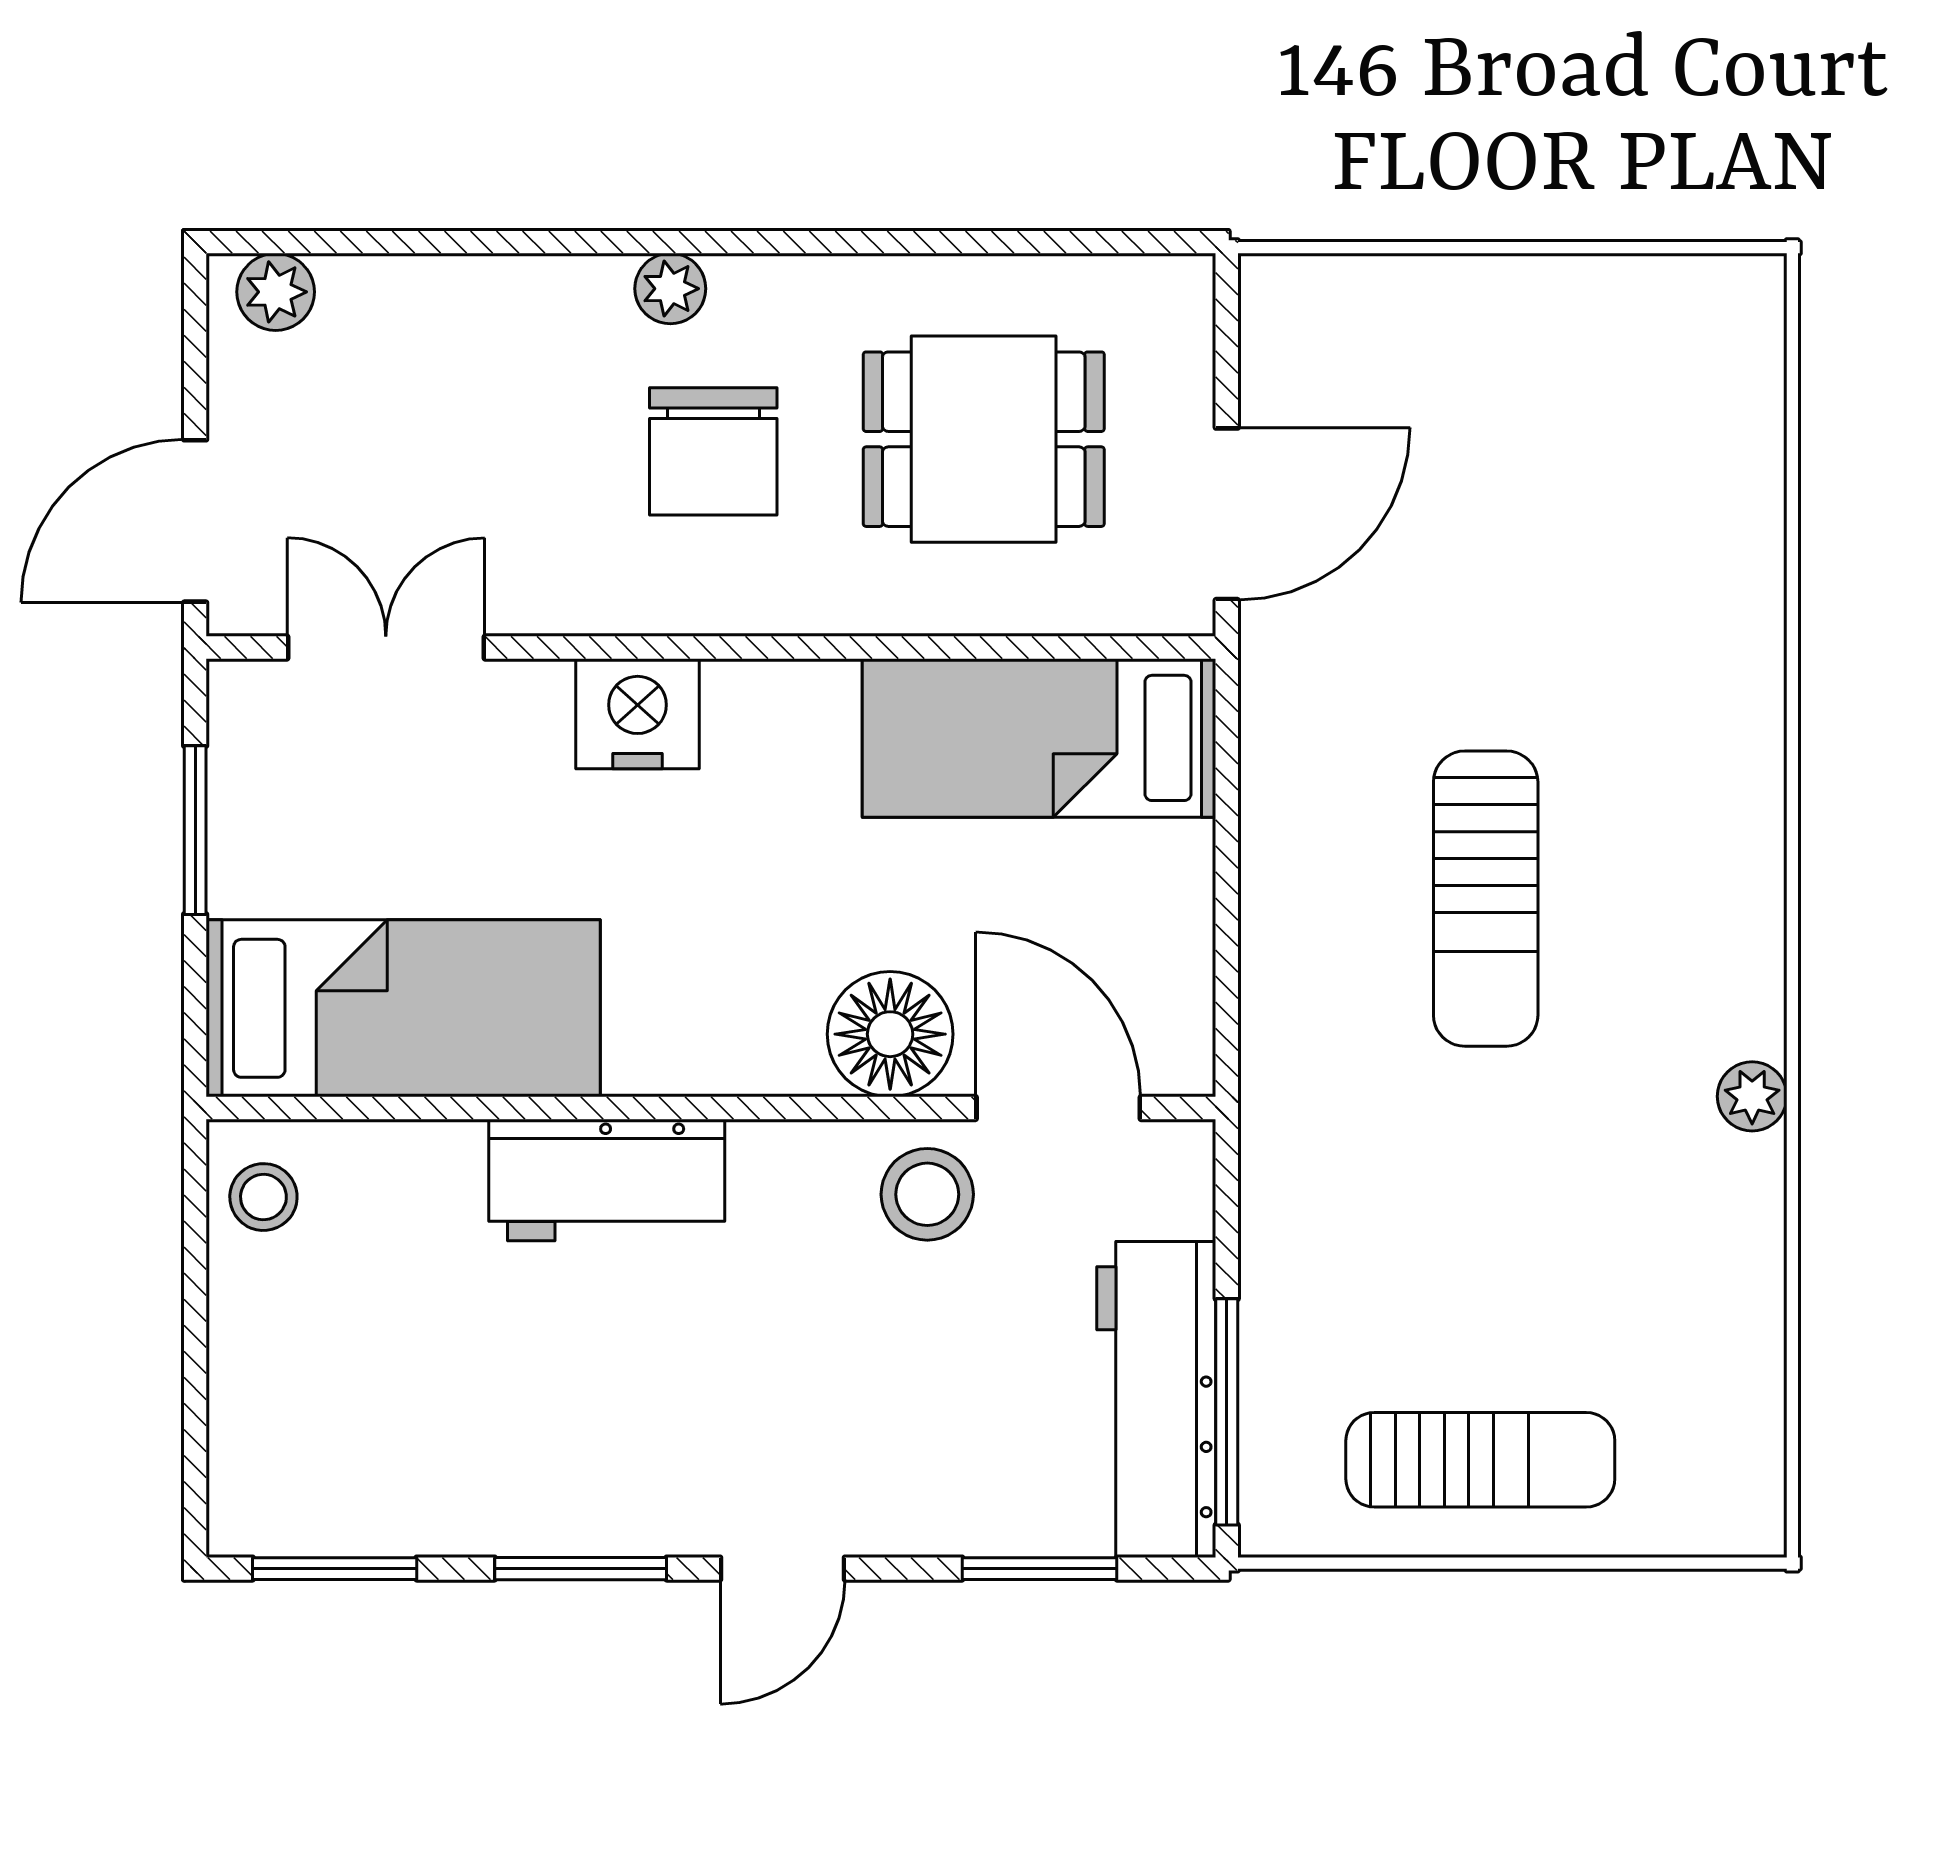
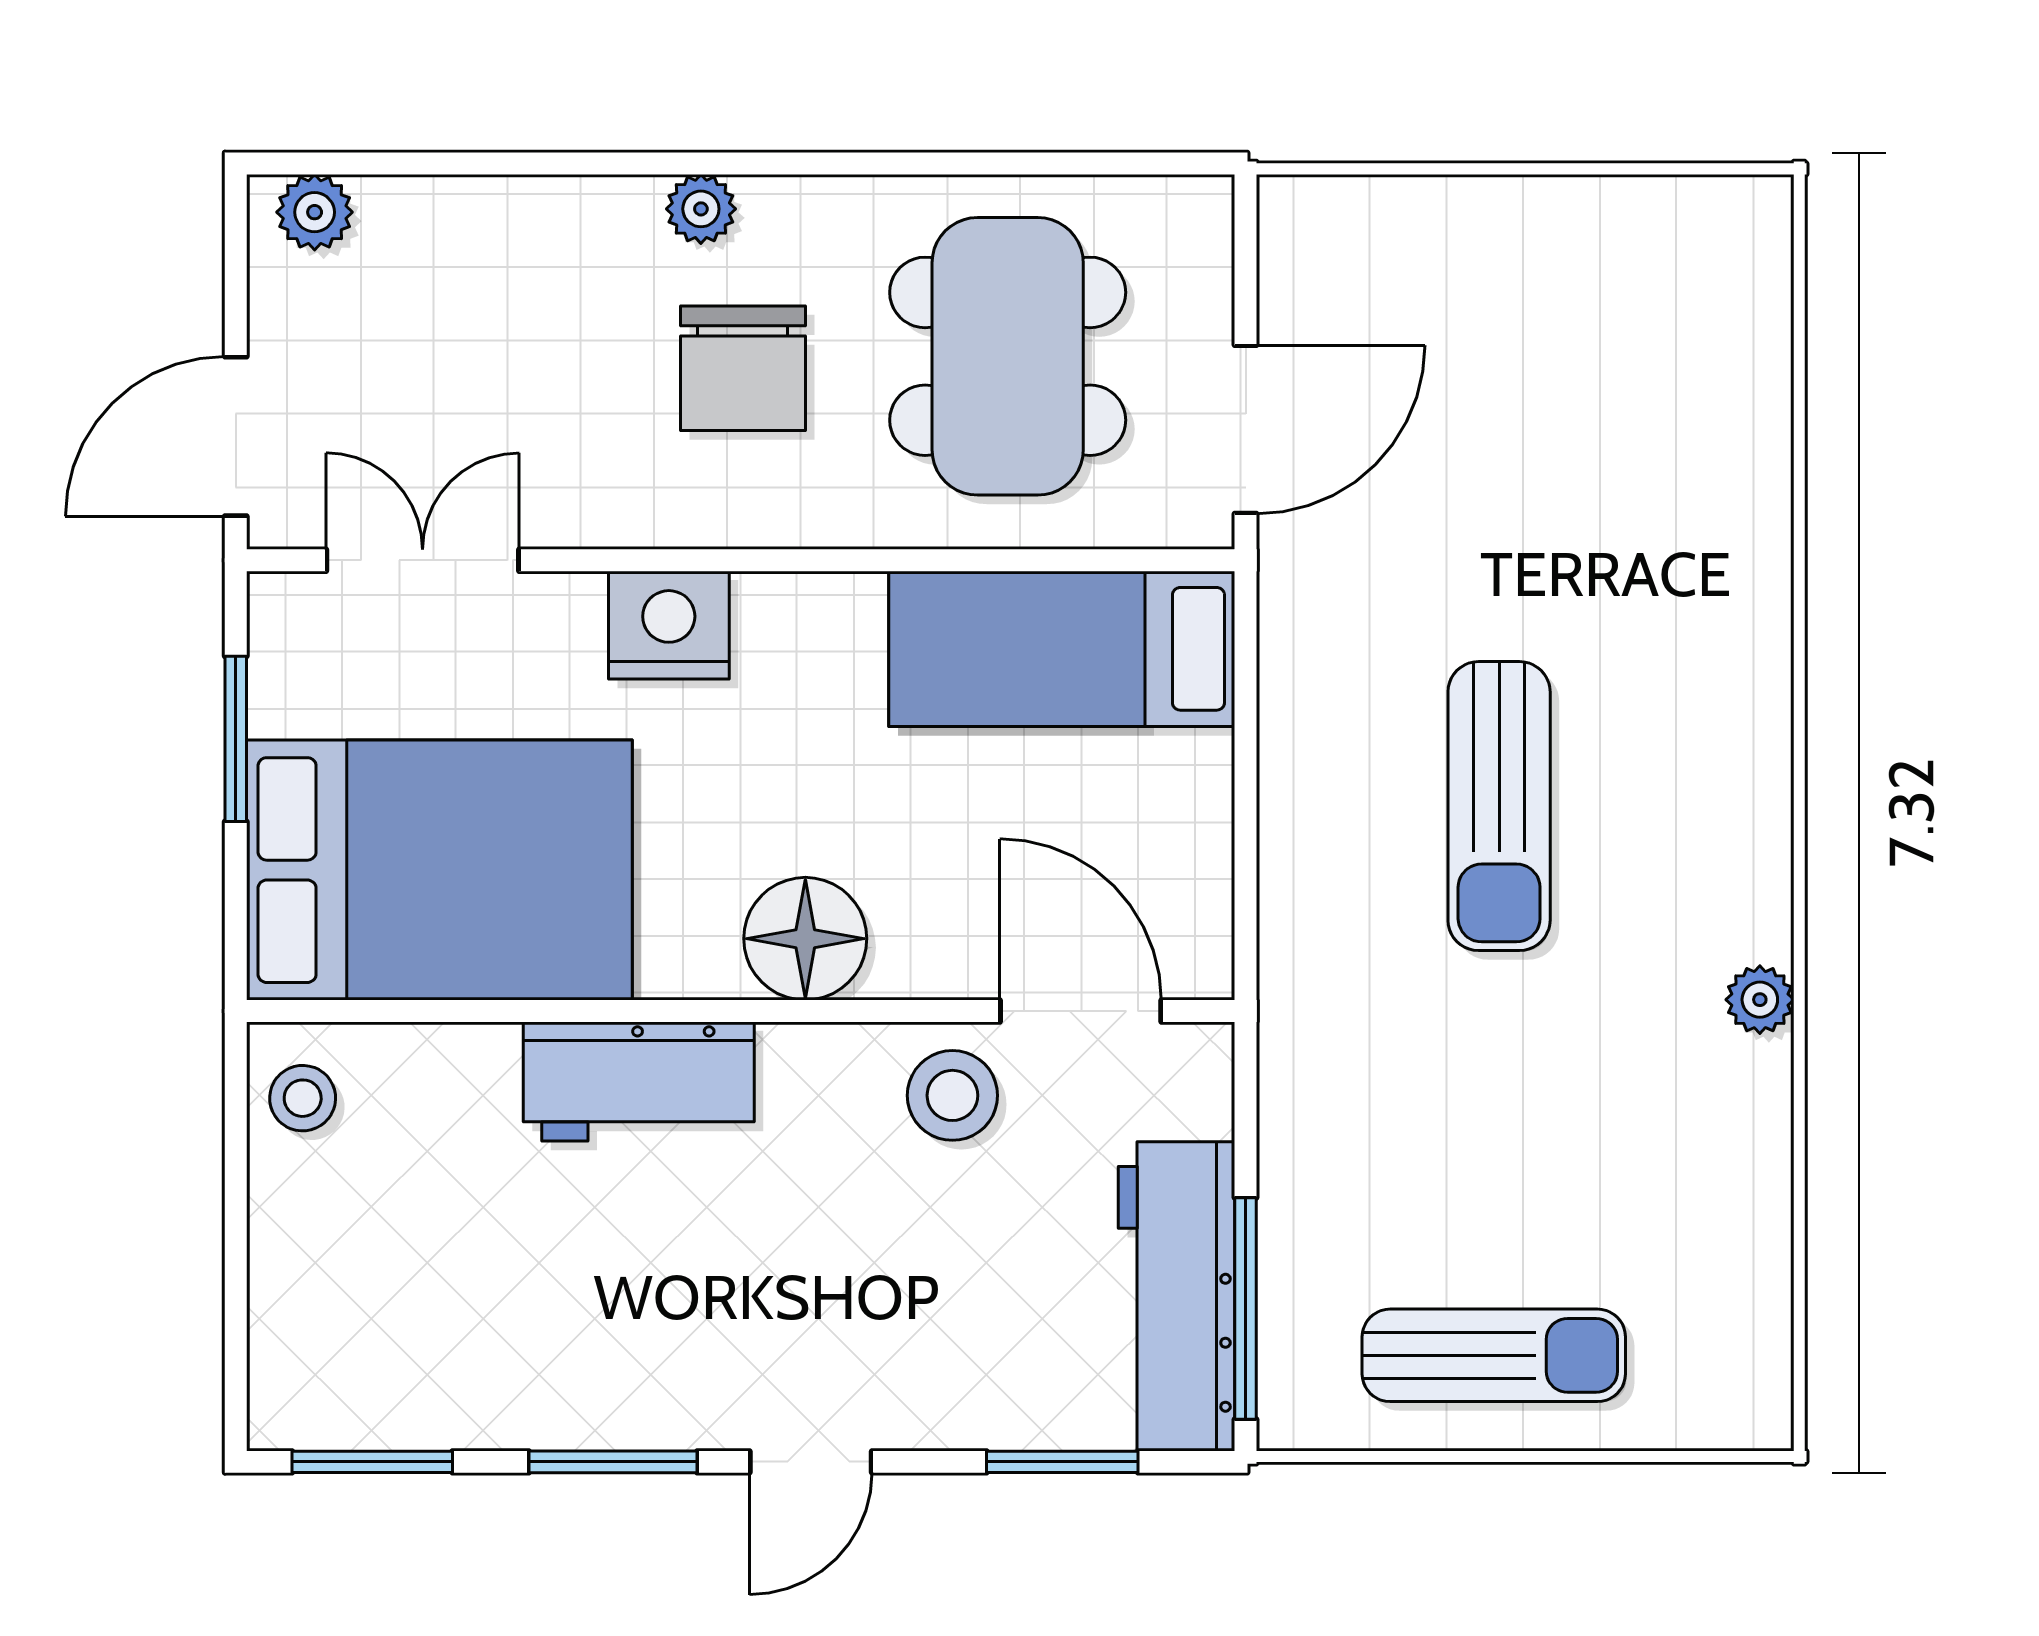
dining table: (984, 439) -> (1008, 356), width x1.38
bed: (403, 1008) -> (439, 870), width x1.50
floor lamp: (890, 1034) -> (805, 939), moved

